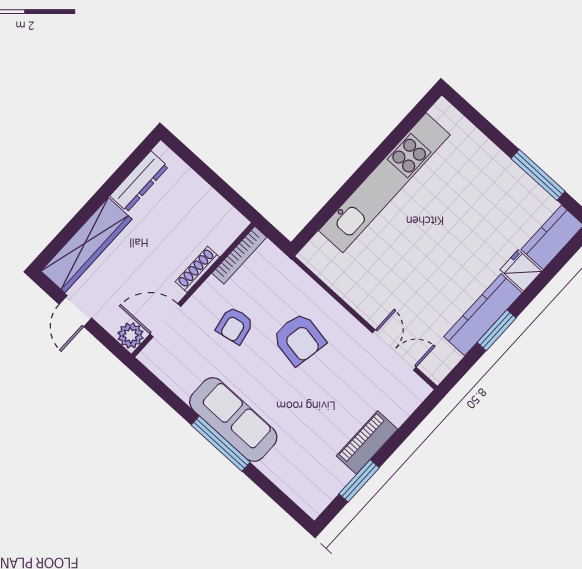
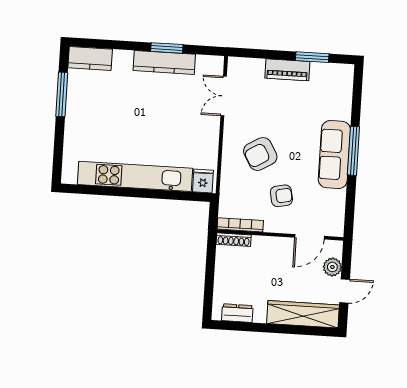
dresser: (139, 181) -> (237, 313), width x0.70
shoe rack: (197, 269) -> (234, 240), moved
fridge: (521, 270) -> (203, 181), moved, turned 180
door: (165, 320) -> (309, 237), hinge flipped
plant: (131, 335) -> (332, 267), moved
armchair: (299, 339) -> (260, 154), turned -130

